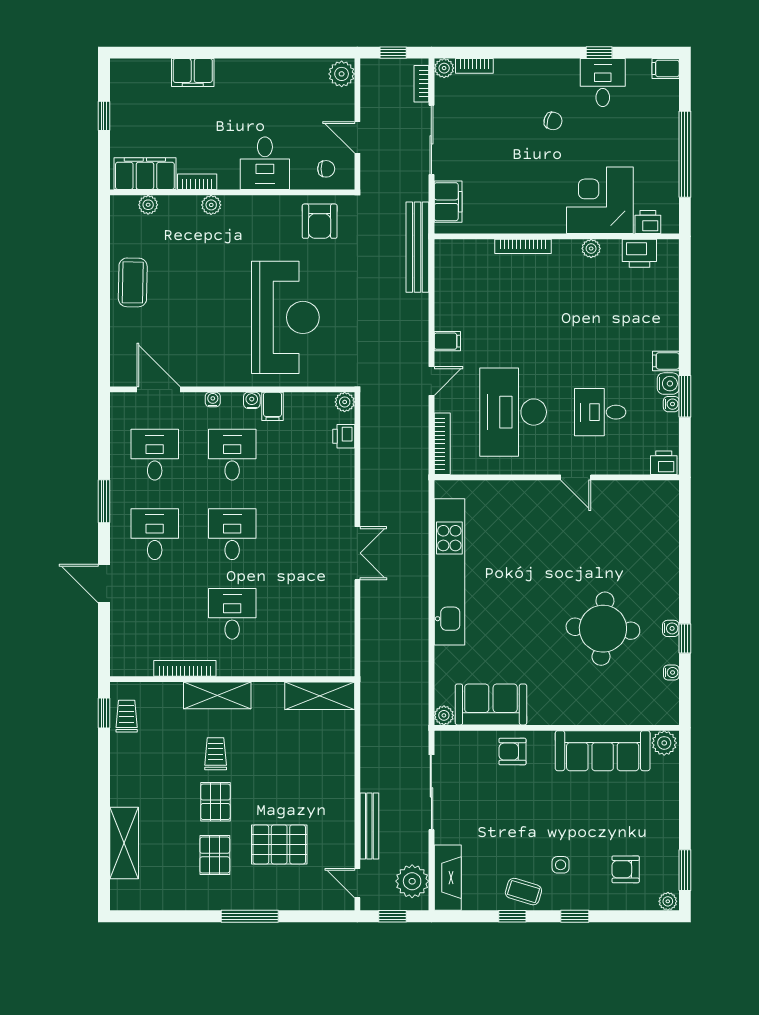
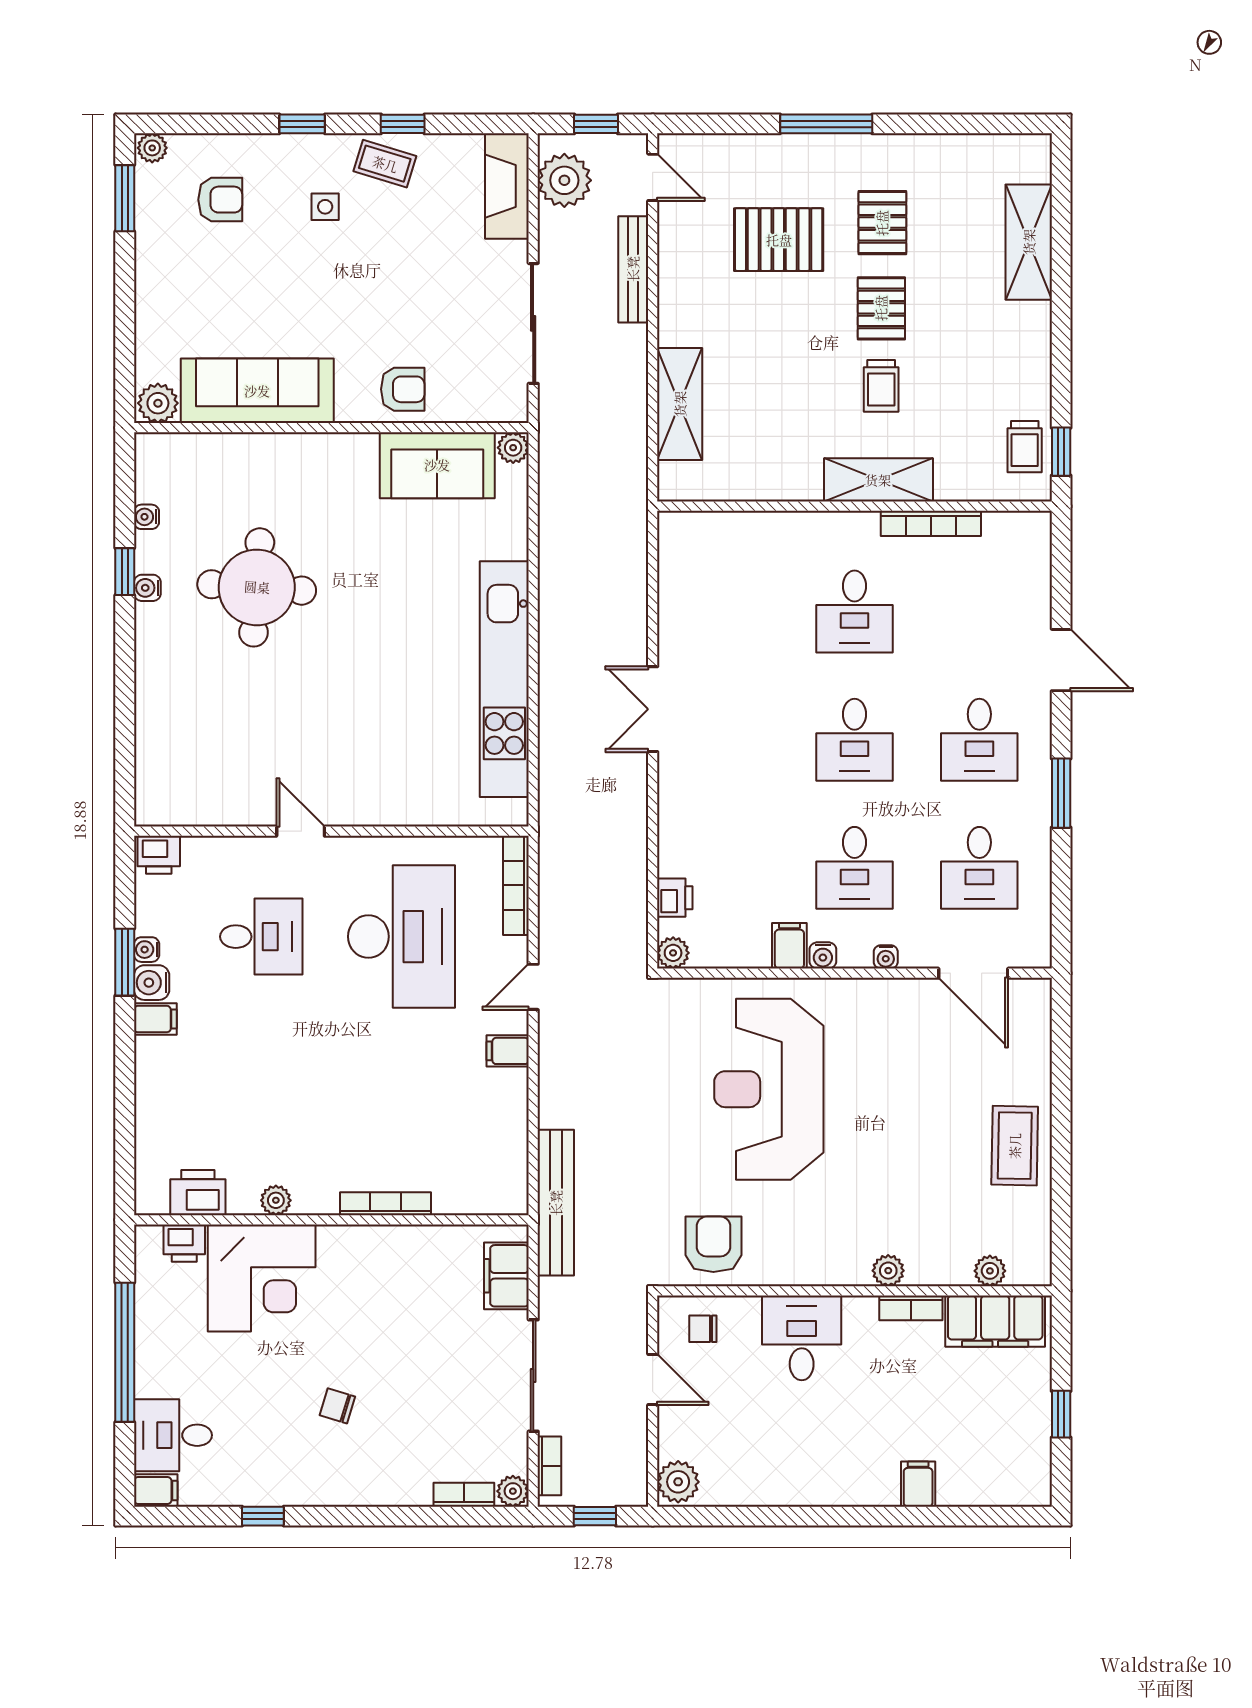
filing cabinet: (193, 72) -> (918, 1484), width x0.50
desk: (603, 83) -> (173, 1435), moved, turned 90
shelving: (320, 696) -> (680, 404), moved, turned 90

